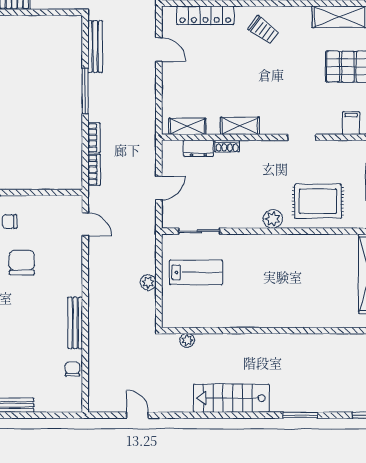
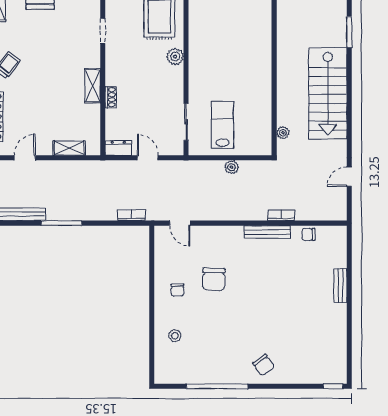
shelving: (187, 126) -> (69, 148), moved, turned 90
bookcase: (94, 138) -> (281, 215), moved
dresser: (198, 148) -> (118, 148), moved, turned -90
door: (85, 224) -> (180, 223), swing flipped
chair: (22, 263) -> (214, 279), turned -88
stairs: (231, 398) -> (328, 93), width x1.36, depth x1.51

